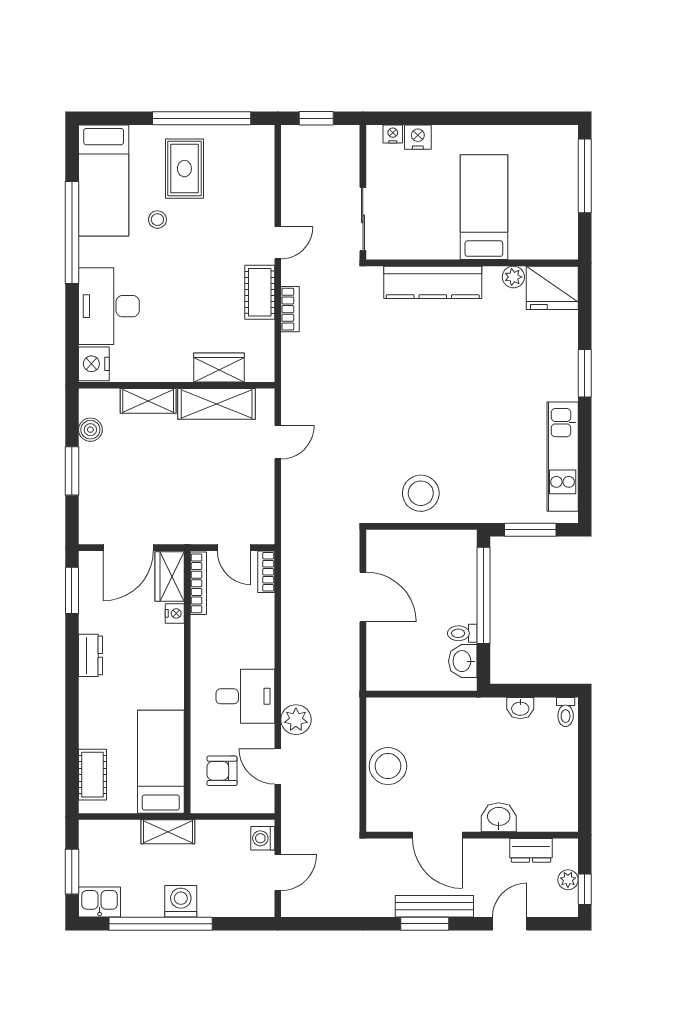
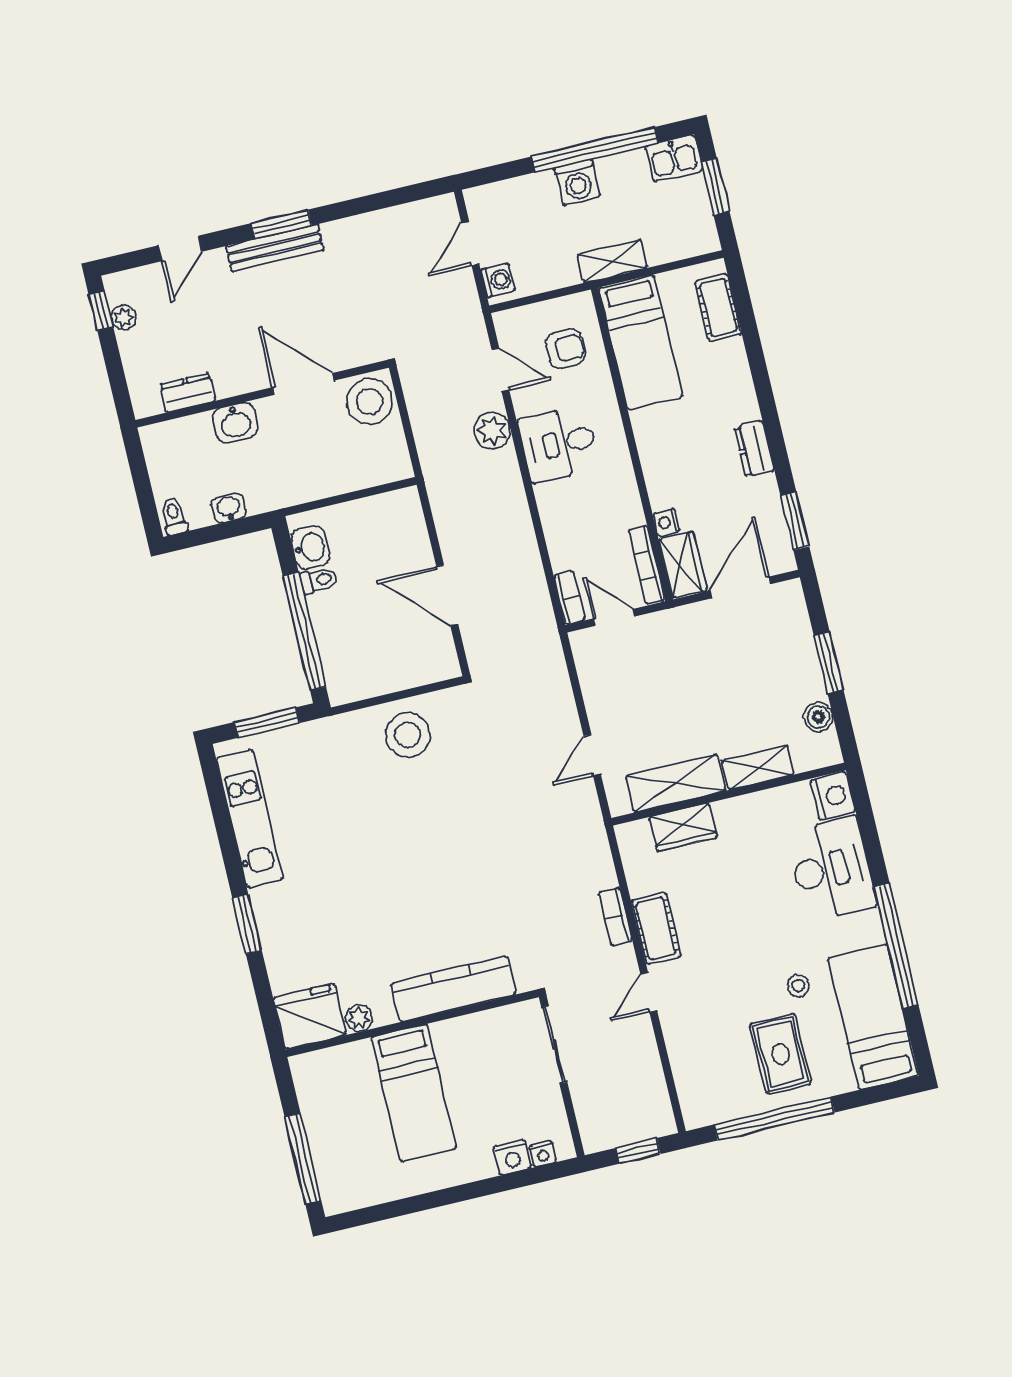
washbasin: (499, 817) -> (235, 423), moved
door: (437, 835) -> (303, 384), moved
wall: (472, 835) -> (262, 394), moved
dresser: (531, 850) -> (188, 392), moved

